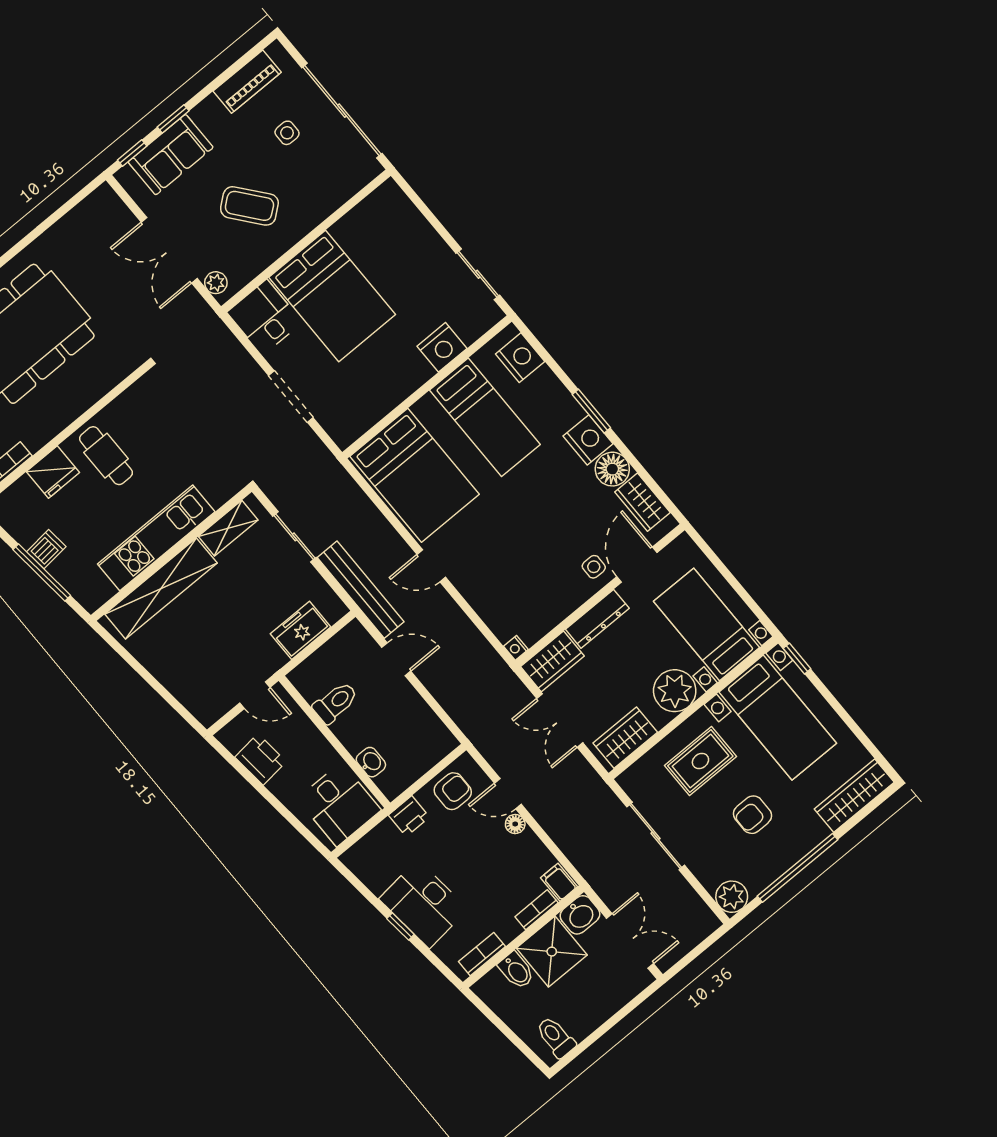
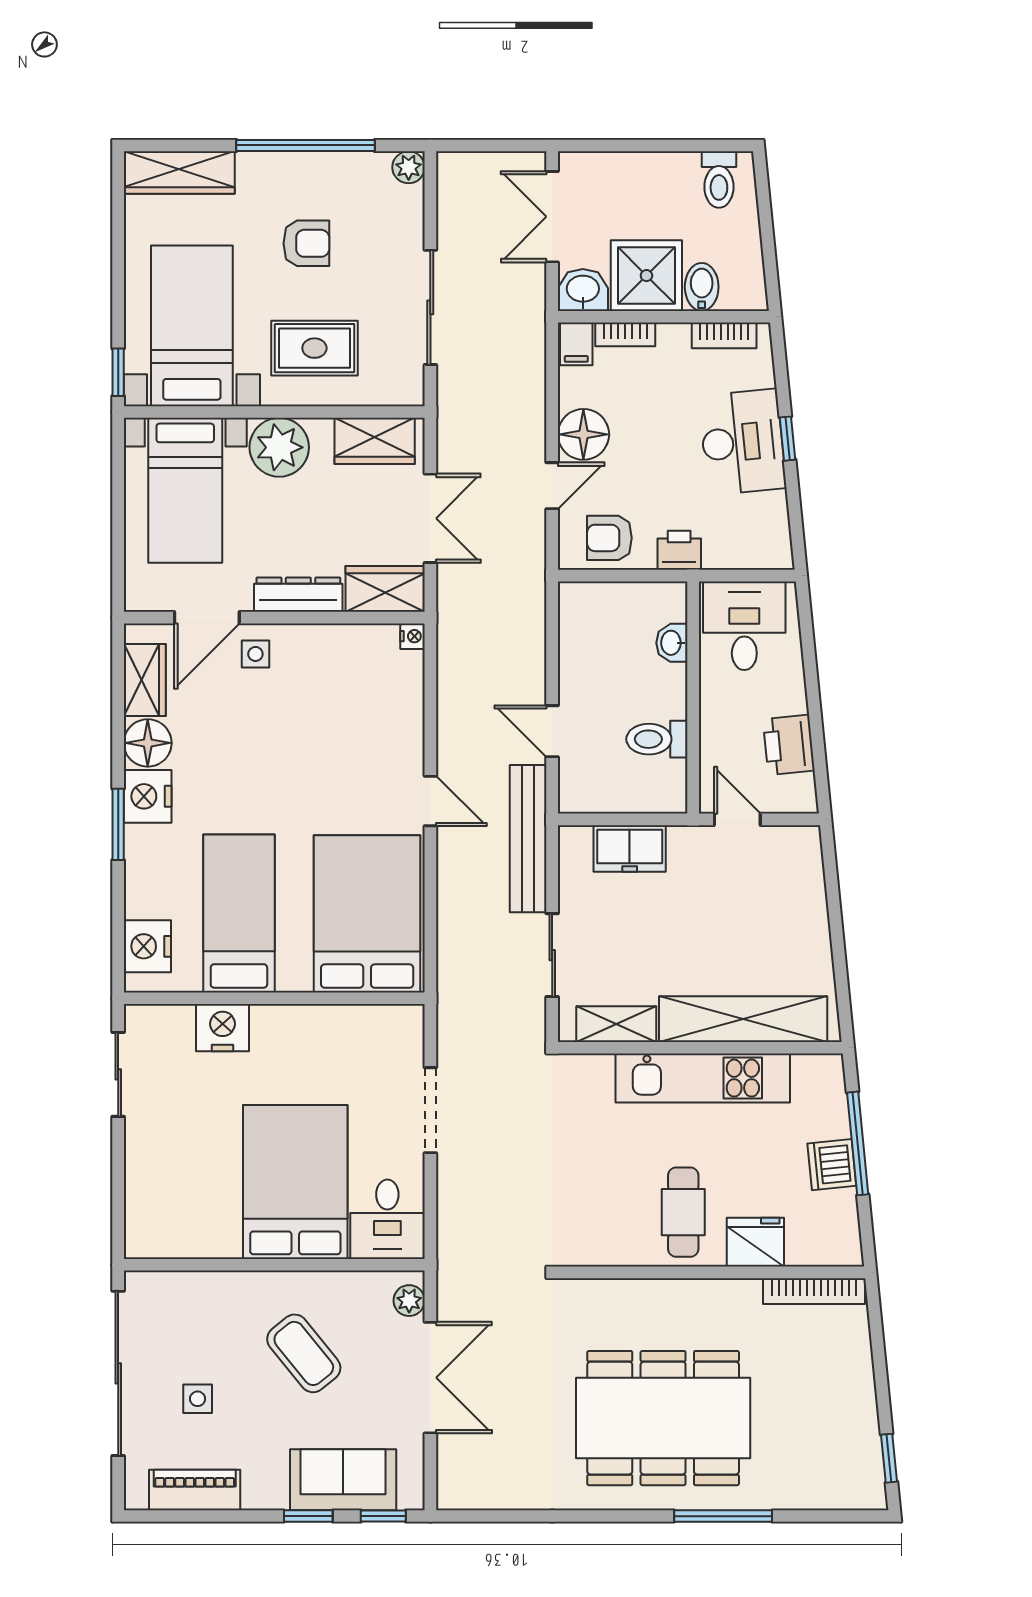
dishwasher: (46, 549) -> (832, 1165), width x1.38
door: (508, 794) -> (552, 486), hinge flipped
floor lamp: (515, 824) -> (583, 434), width x1.89, depth x1.89
plant: (732, 897) -> (409, 167), width x0.73, depth x0.73

